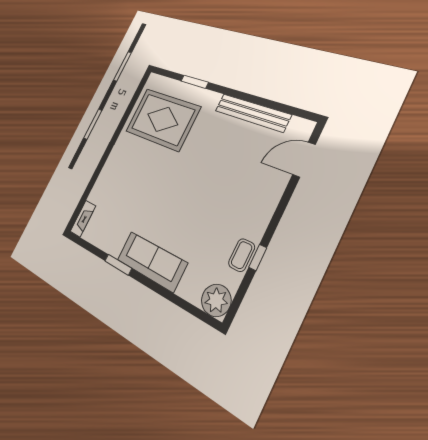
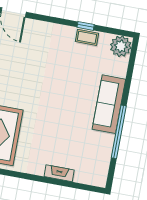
fireplace: (83, 219) -> (59, 173), moved
window: (118, 265) -> (119, 132), width x2.11

